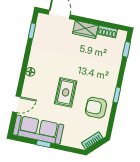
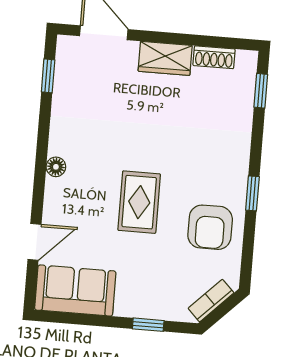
armchair: (96, 108) -> (210, 227), turned -90
sofa: (38, 130) -> (75, 291), width x0.73
window: (44, 144) -> (148, 325), moved

